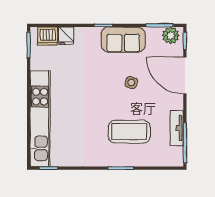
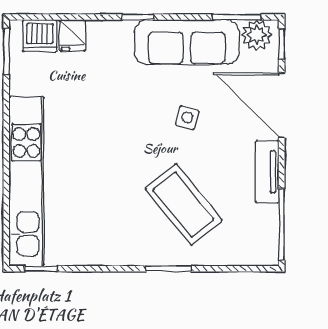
sofa: (123, 40) -> (187, 42), width x1.36
tv unit: (177, 128) -> (267, 172), moved
coffee table: (129, 132) -> (184, 204), turned 51

